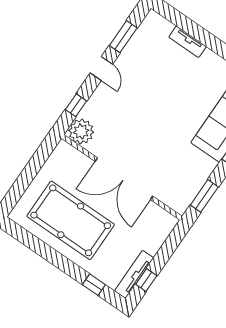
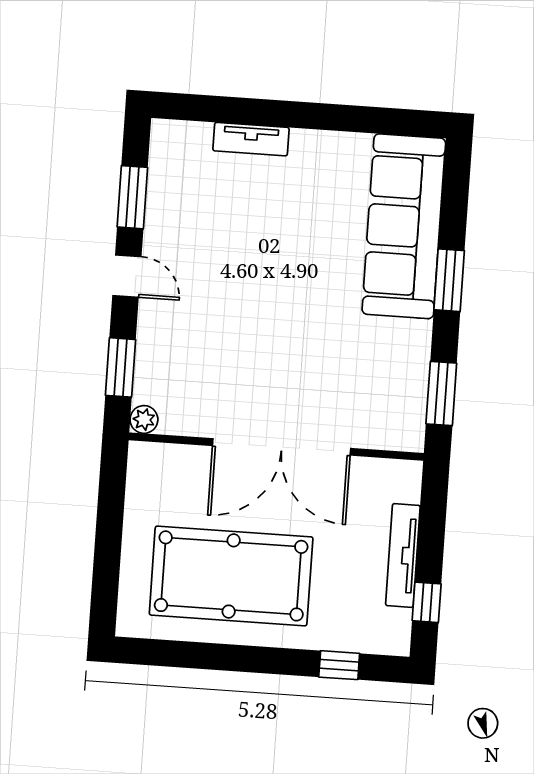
window: (76, 105) -> (120, 367), width x1.50
plant: (81, 131) -> (144, 419), width x0.53, depth x0.53
tv unit: (134, 274) -> (403, 555), moved

